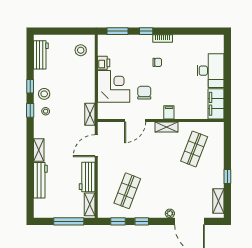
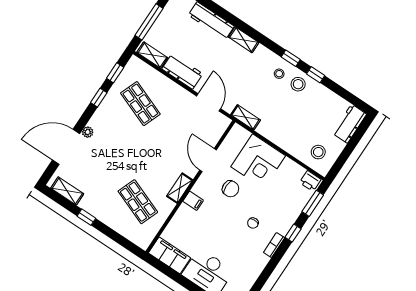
workbench: (41, 55) -> (350, 124), moved, turned 90
printer: (104, 63) -> (310, 181), moved

